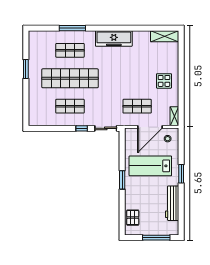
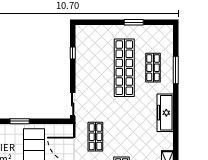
shop shelf: (70, 106) -> (95, 68), removed
window: (82, 128) -> (73, 53), moved

